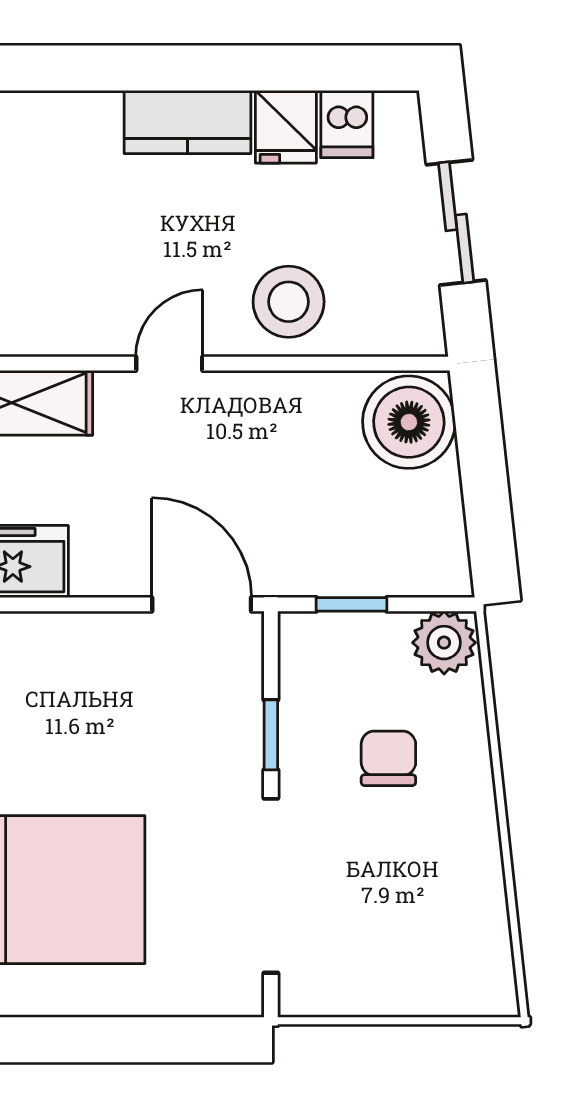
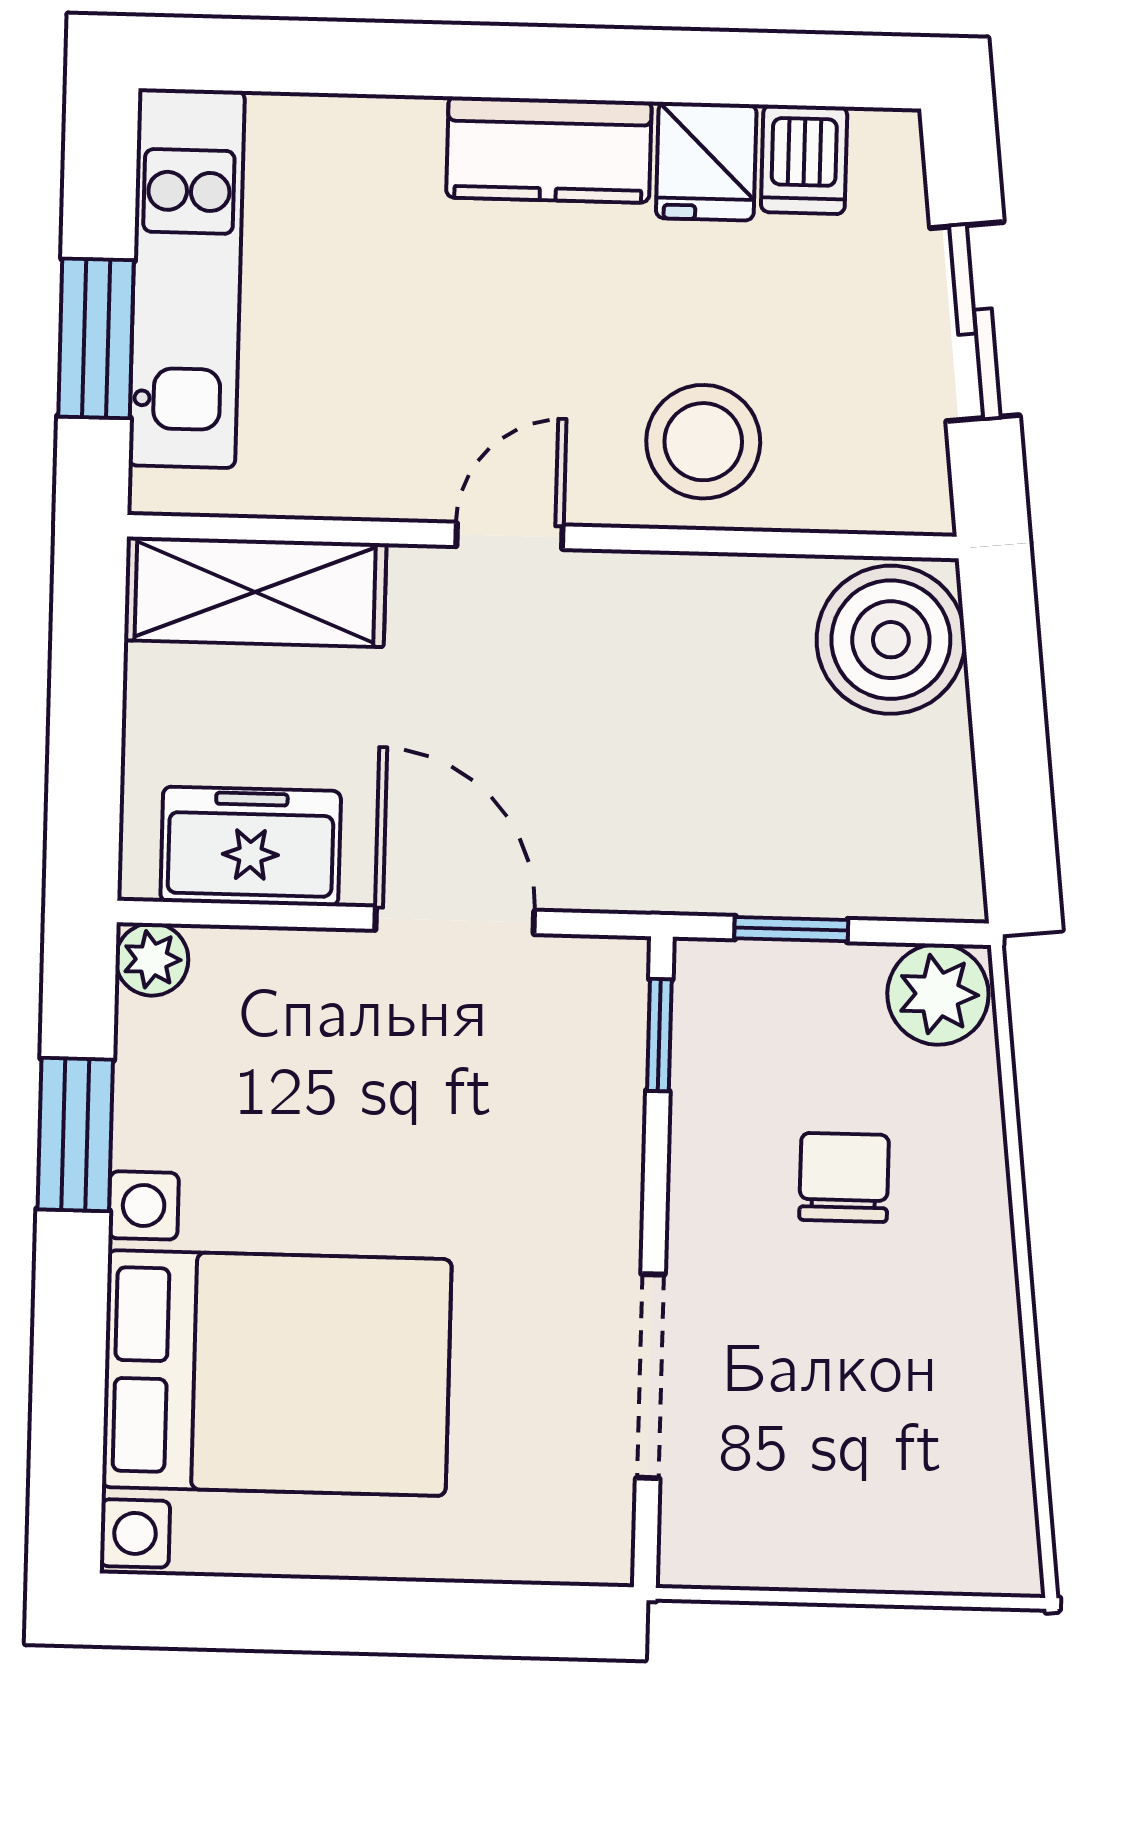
door: (202, 604) -> (455, 920), moved
window: (271, 735) -> (659, 1035), moved
doorway: (271, 886) -> (650, 1376), width x0.73

